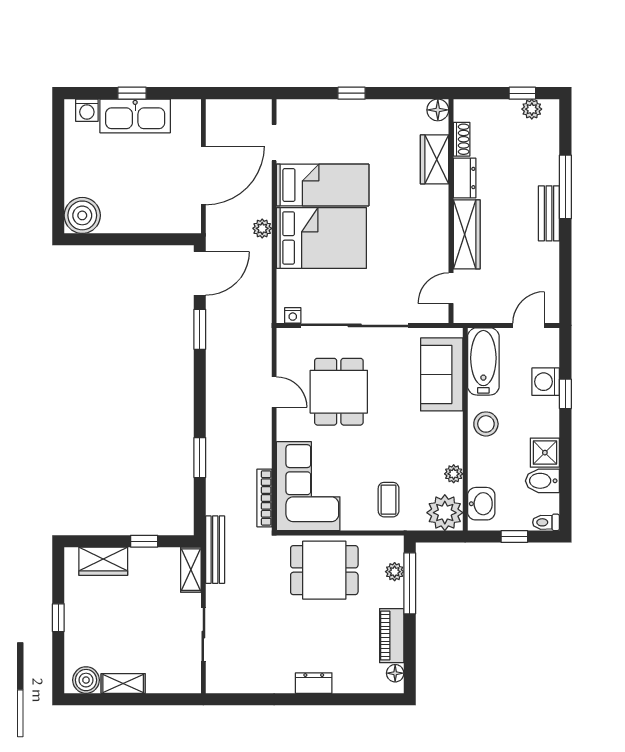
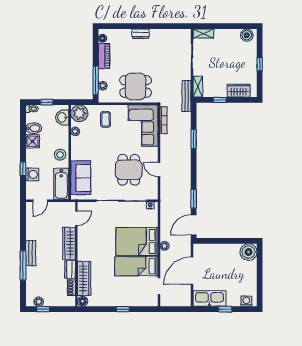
kitchen sink: (135, 116) -> (210, 298), moved
wardrobe: (434, 159) -> (84, 278), width x1.50
shelving: (123, 683) -> (203, 34), moved

